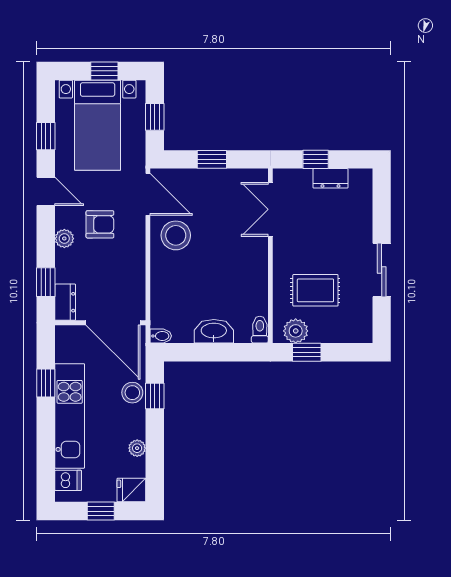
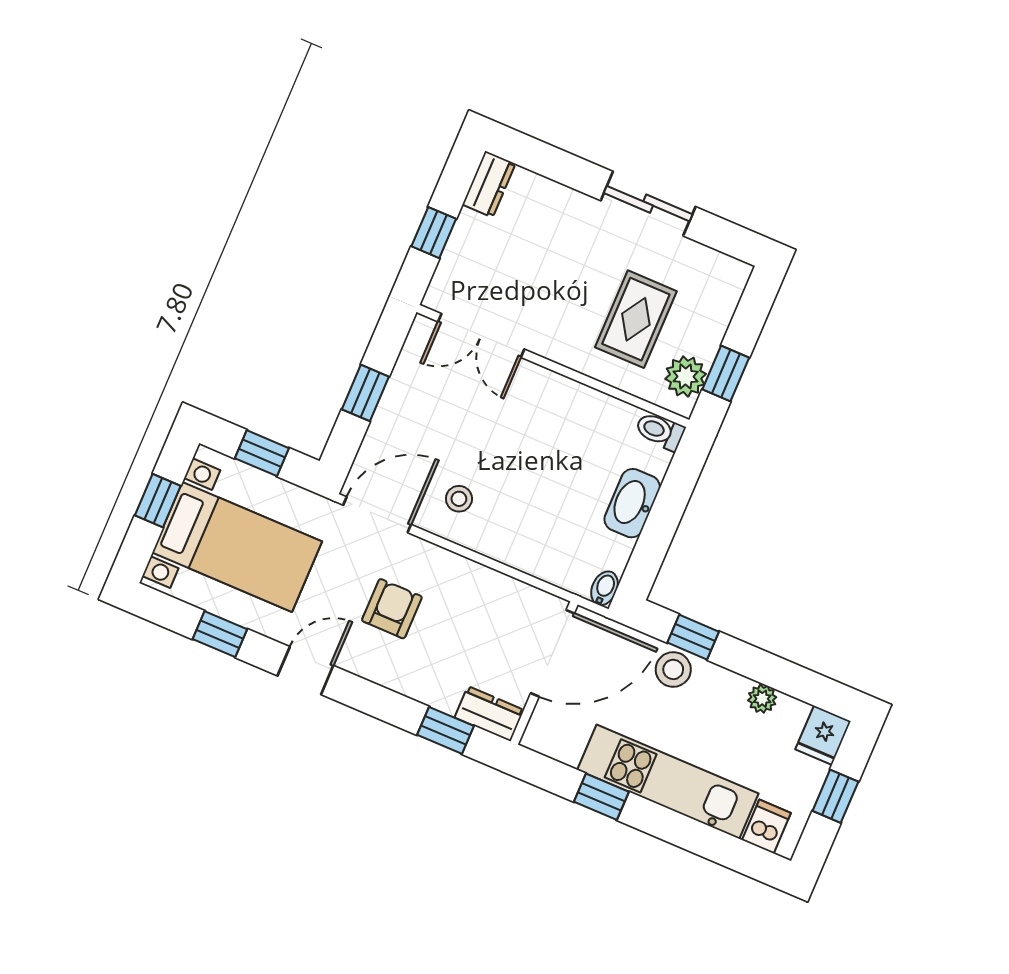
dresser: (330, 178) -> (489, 184), moved
stool: (176, 235) -> (459, 499), width x0.53, depth x0.53
plant: (64, 238) -> (390, 673), removed

